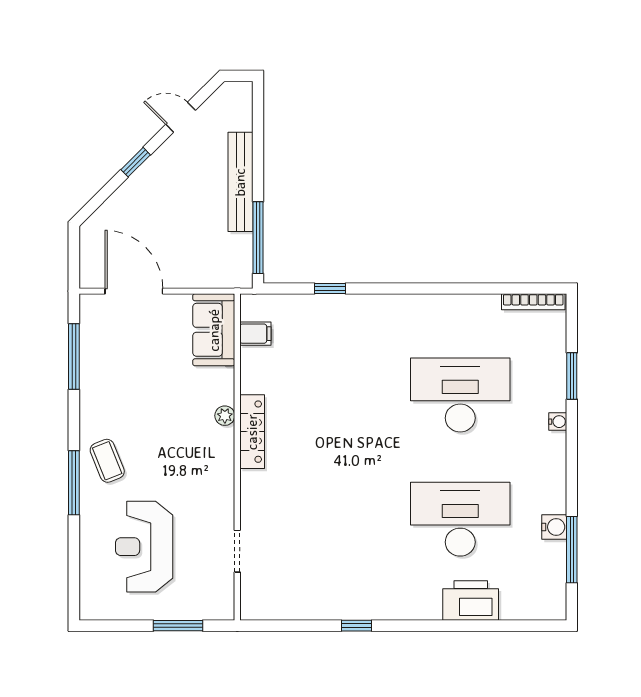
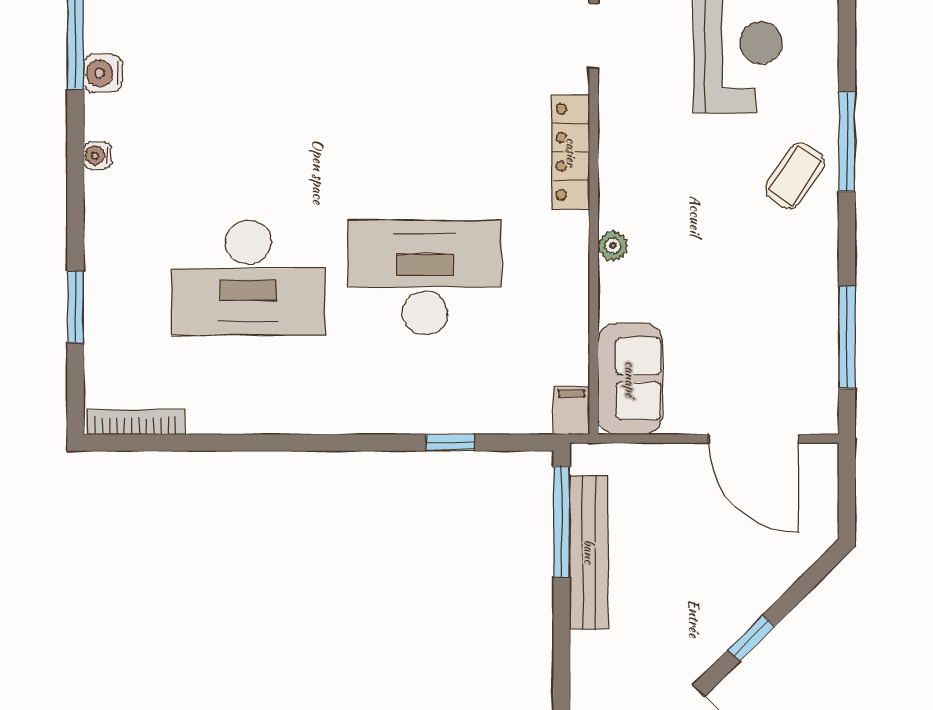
bench: (240, 182) -> (589, 552), moved
filing cabinet: (255, 334) -> (572, 410), moved, turned 90
water cooler: (558, 422) -> (97, 155), moved
locker: (252, 432) -> (571, 152), moved
coffee table: (107, 461) -> (795, 176), turned 57
desk: (460, 519) -> (425, 278), moved, turned 180

